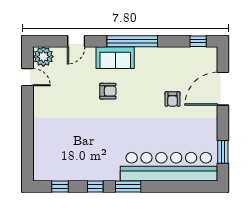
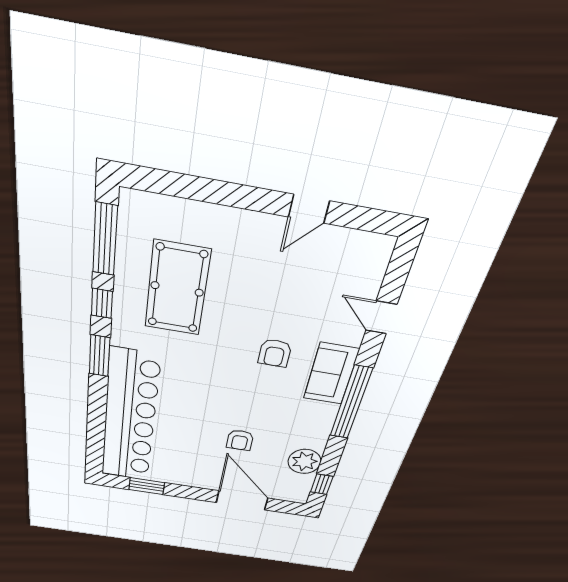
plant: (43, 57) -> (304, 461), moved
door: (27, 77) -> (309, 209), moved
armchair: (173, 99) -> (240, 440), turned -90
pool table: (80, 148) -> (177, 289), added
window: (60, 186) -> (105, 240), width x2.17

